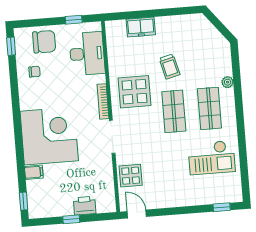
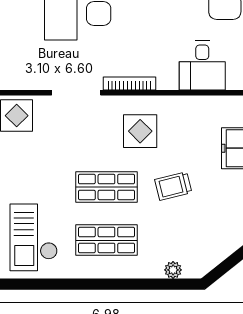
desk: (87, 54) -> (202, 66), width x0.73
plant: (228, 82) -> (173, 270), moved
display table: (134, 92) -> (140, 131), width x0.73, depth x0.73

